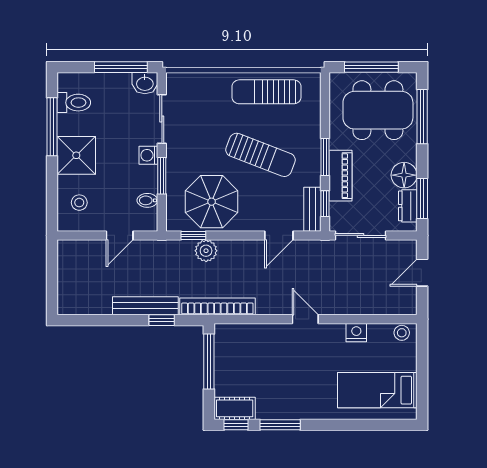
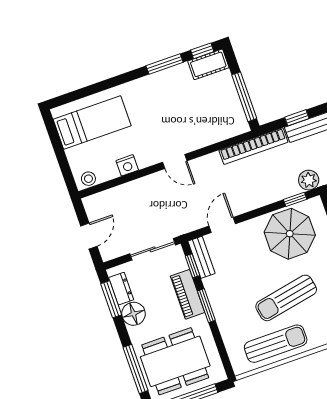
sun lounger: (260, 155) -> (286, 298), moved, turned -32
plant: (206, 251) -> (309, 180), moved

